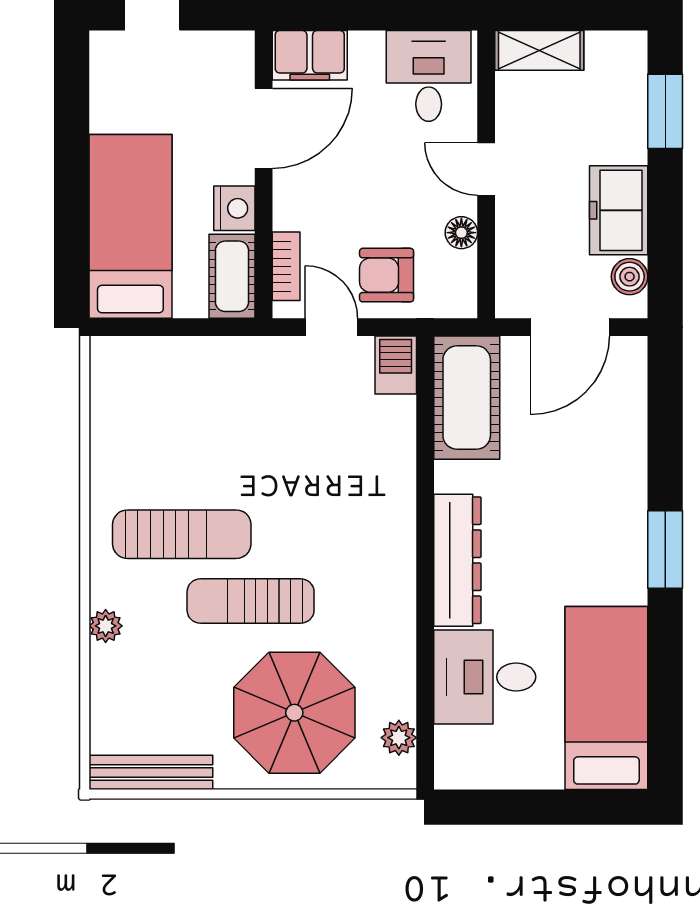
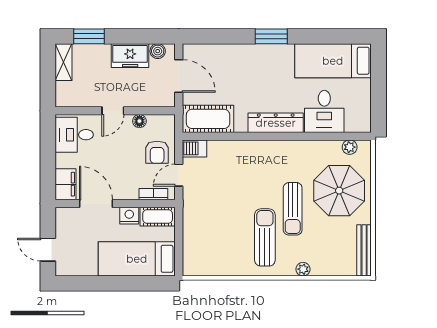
shelving: (539, 50) -> (63, 62), moved

